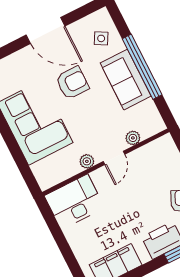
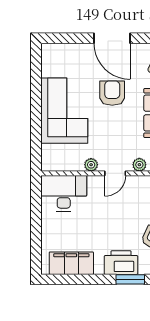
armchair: (72, 83) -> (112, 93), turned -90

